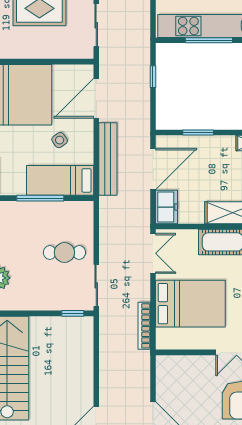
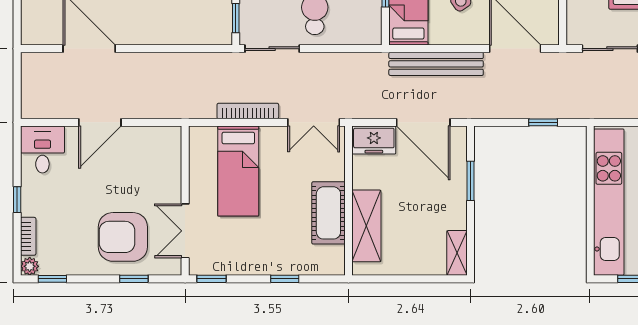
window: (209, 40) -> (590, 195), removed
bed: (190, 304) -> (238, 171), width x0.67
bookcase: (144, 326) -> (248, 111), moved

